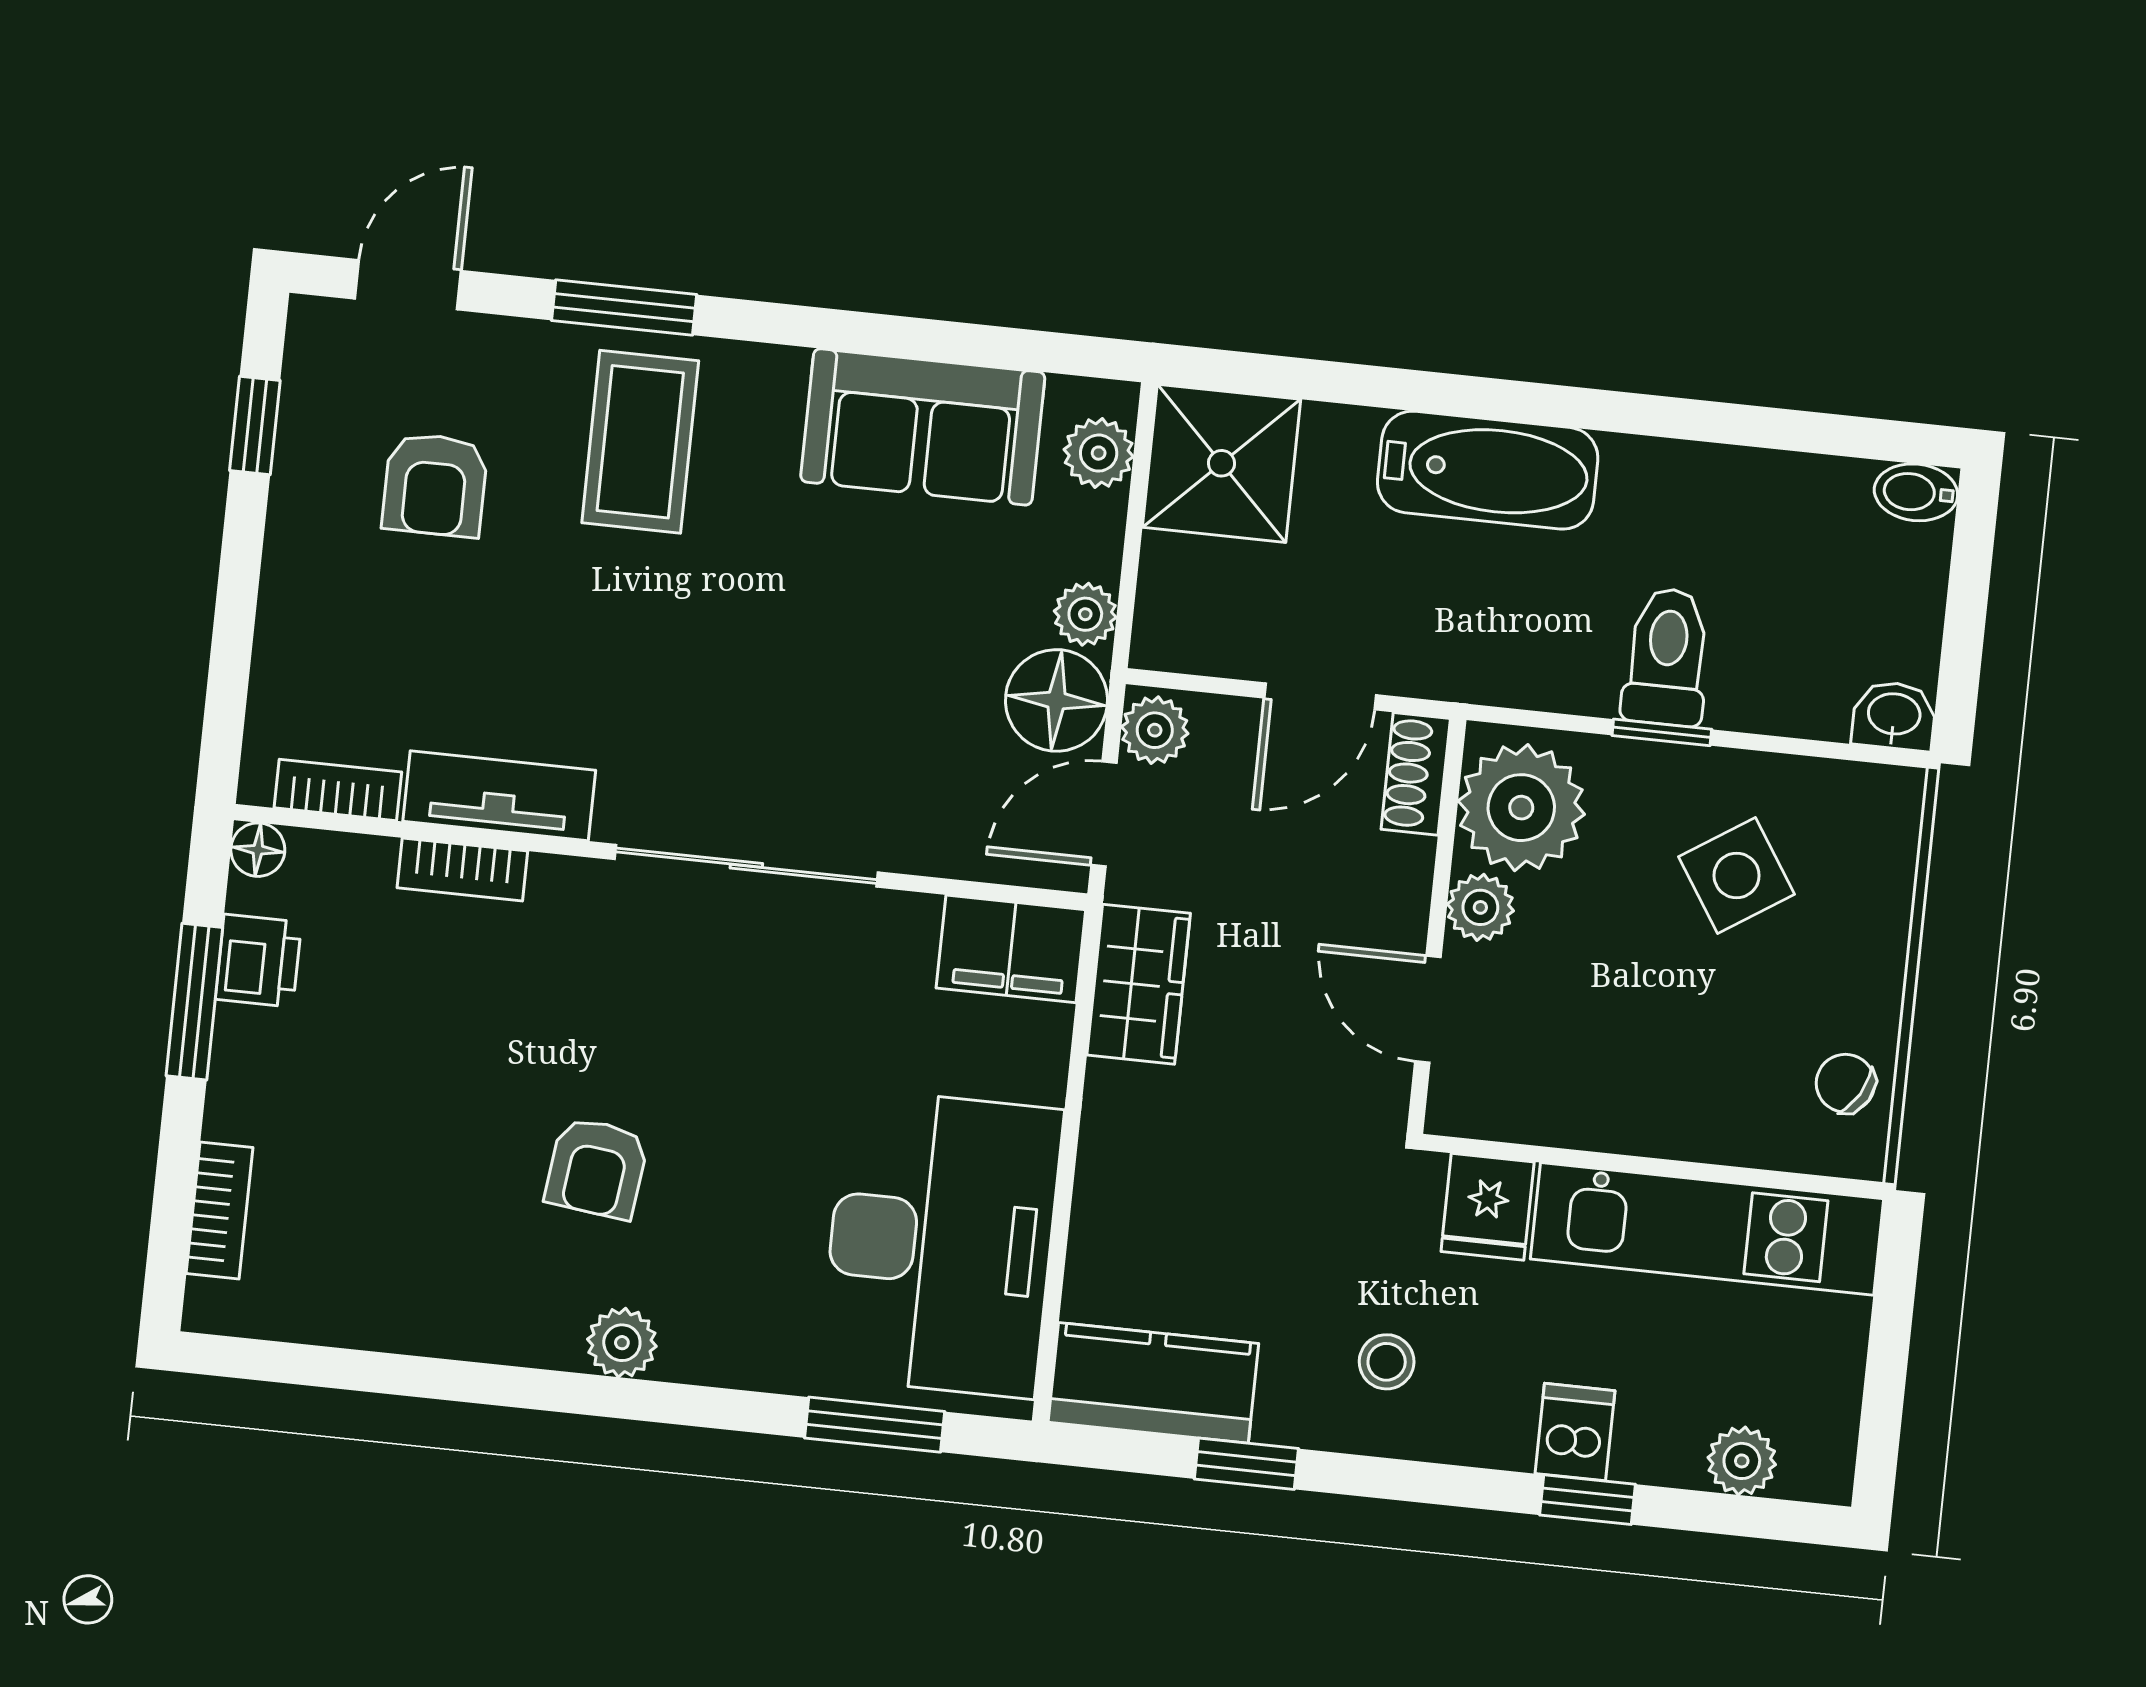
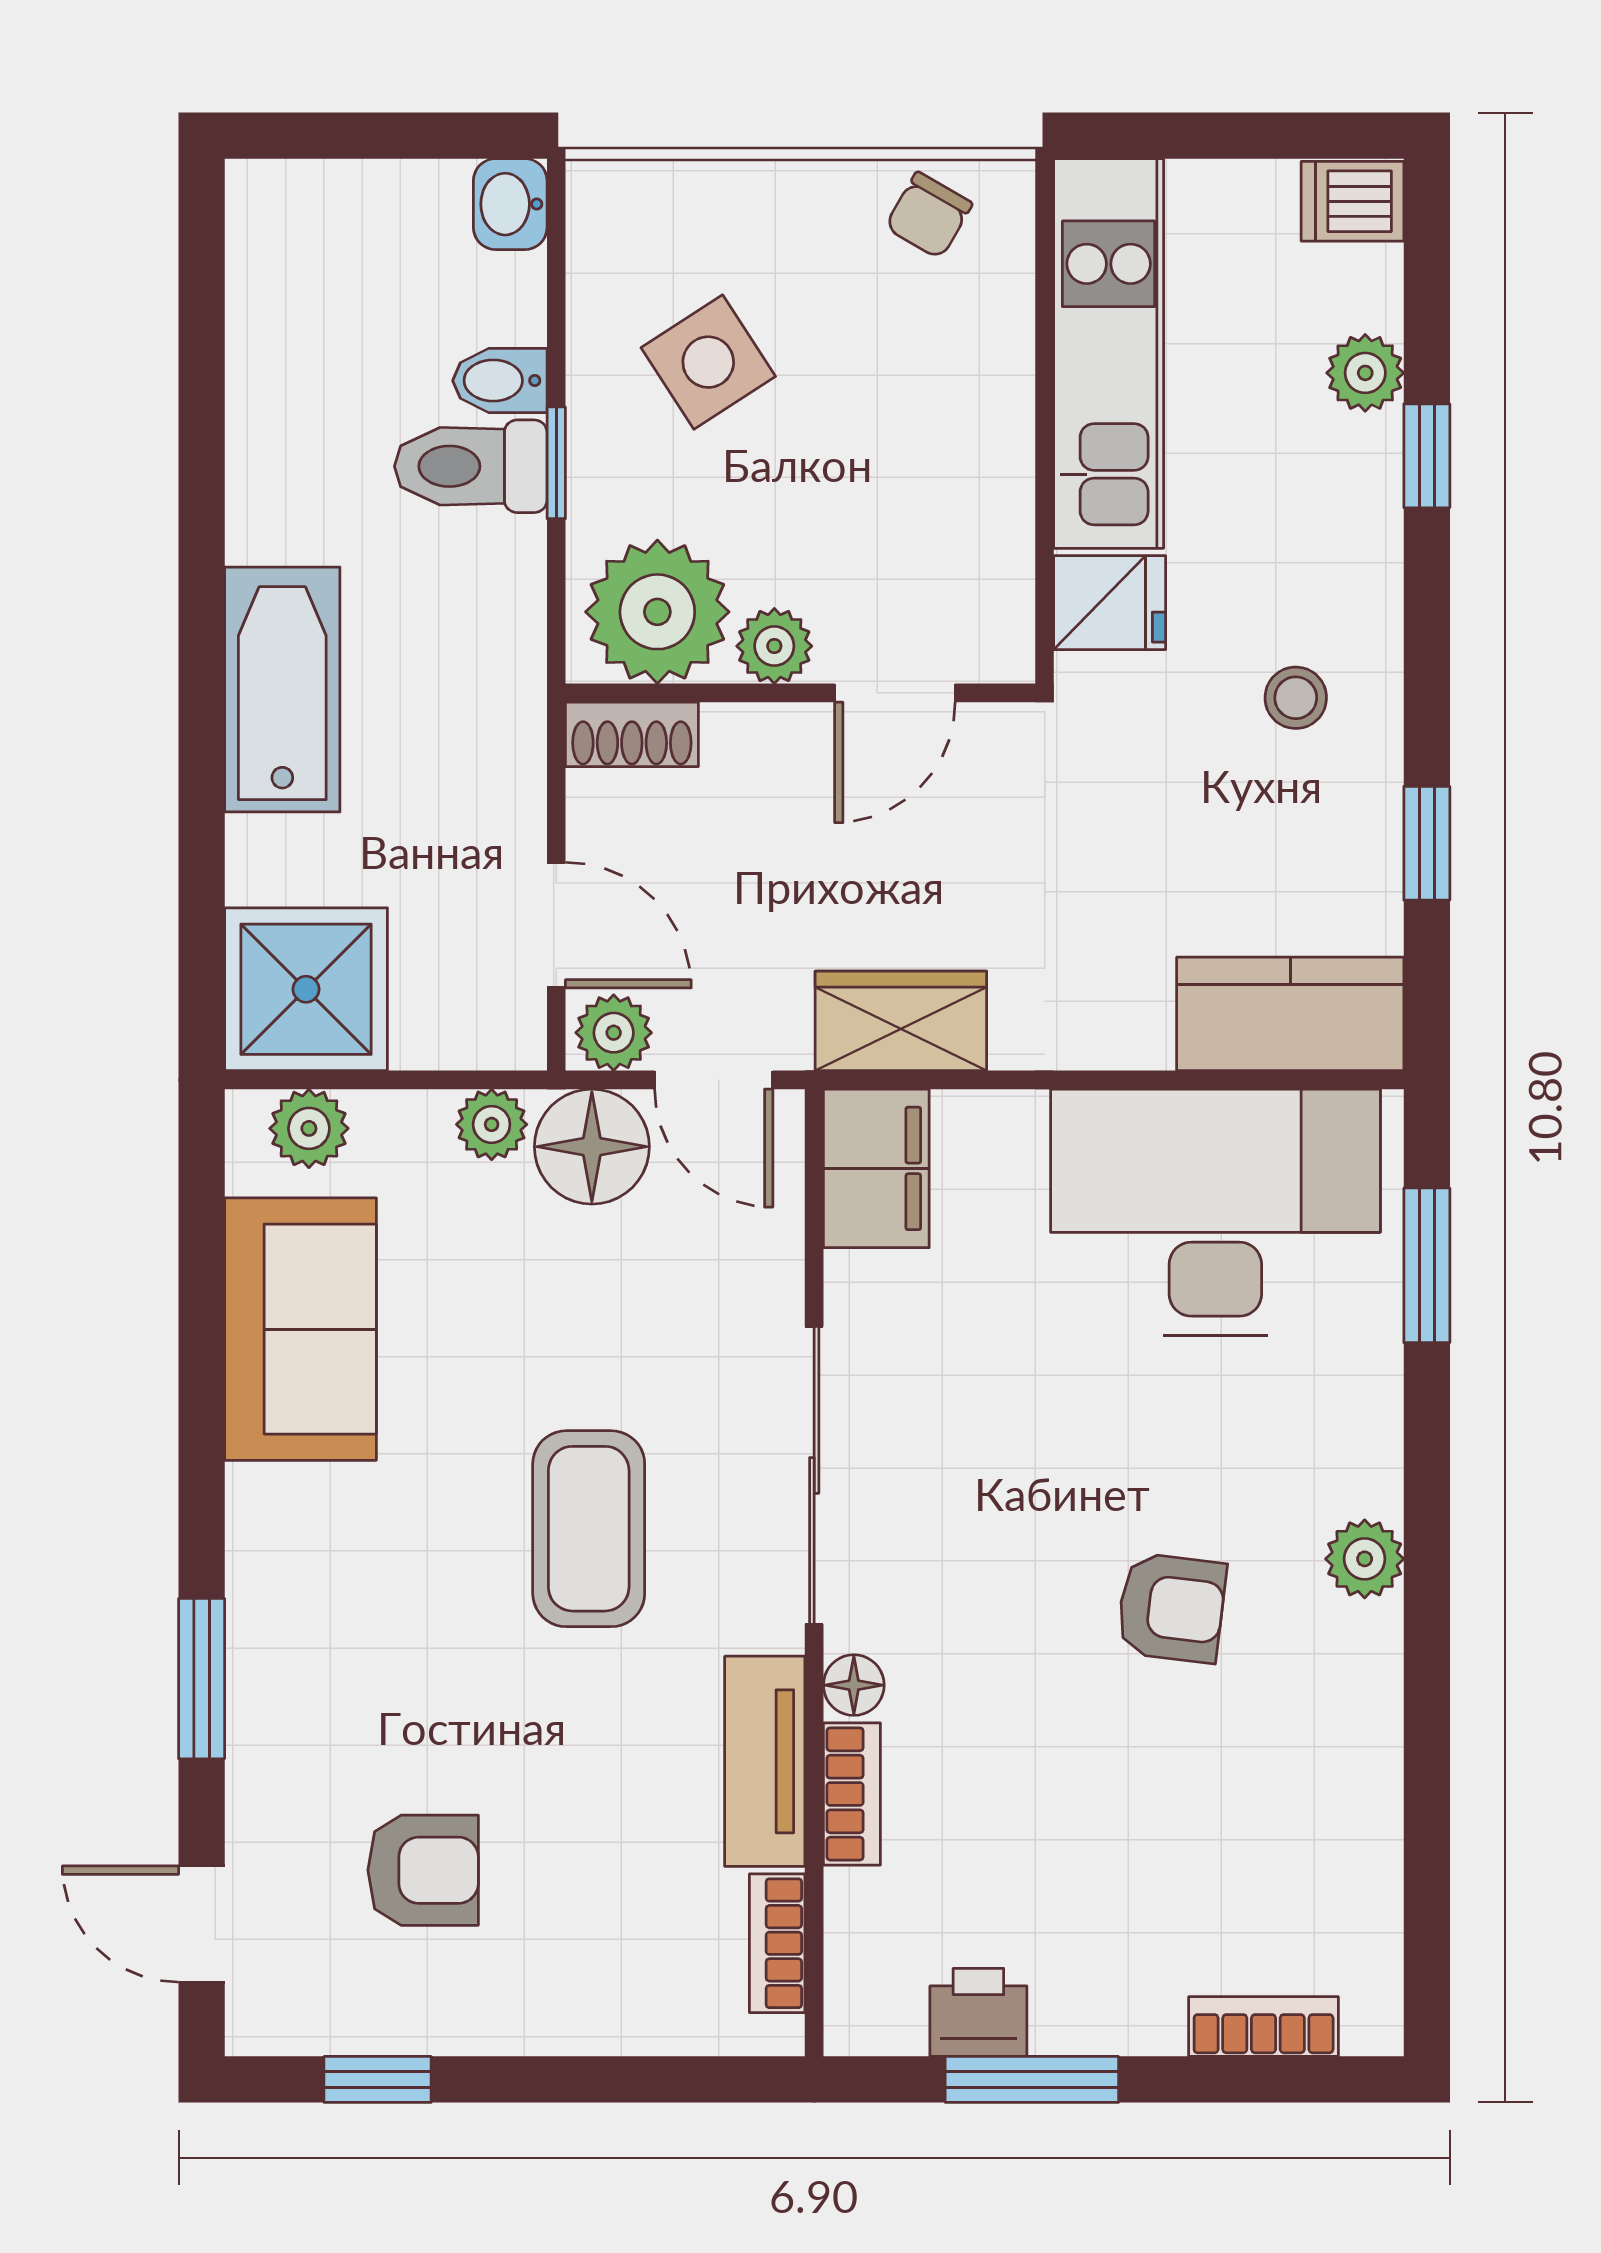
coffee table: (640, 442) -> (589, 1529), moved, turned 90
bidet: (1916, 492) -> (500, 381), moved, turned 90
door: (1320, 696) -> (556, 925), moved
floor lamp: (258, 850) -> (854, 1685), moved
kitchen counter: (1153, 1383) -> (1290, 1014), moved, turned 90
dishwasher: (1575, 1432) -> (1352, 201), moved
plant: (1742, 1461) -> (1365, 373), moved

